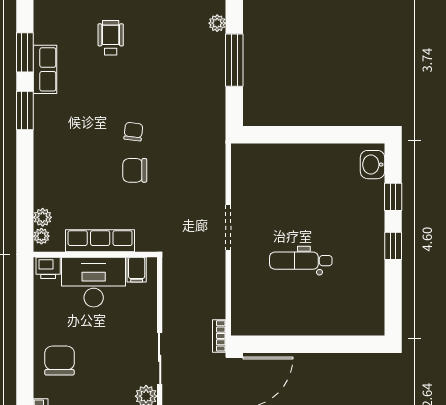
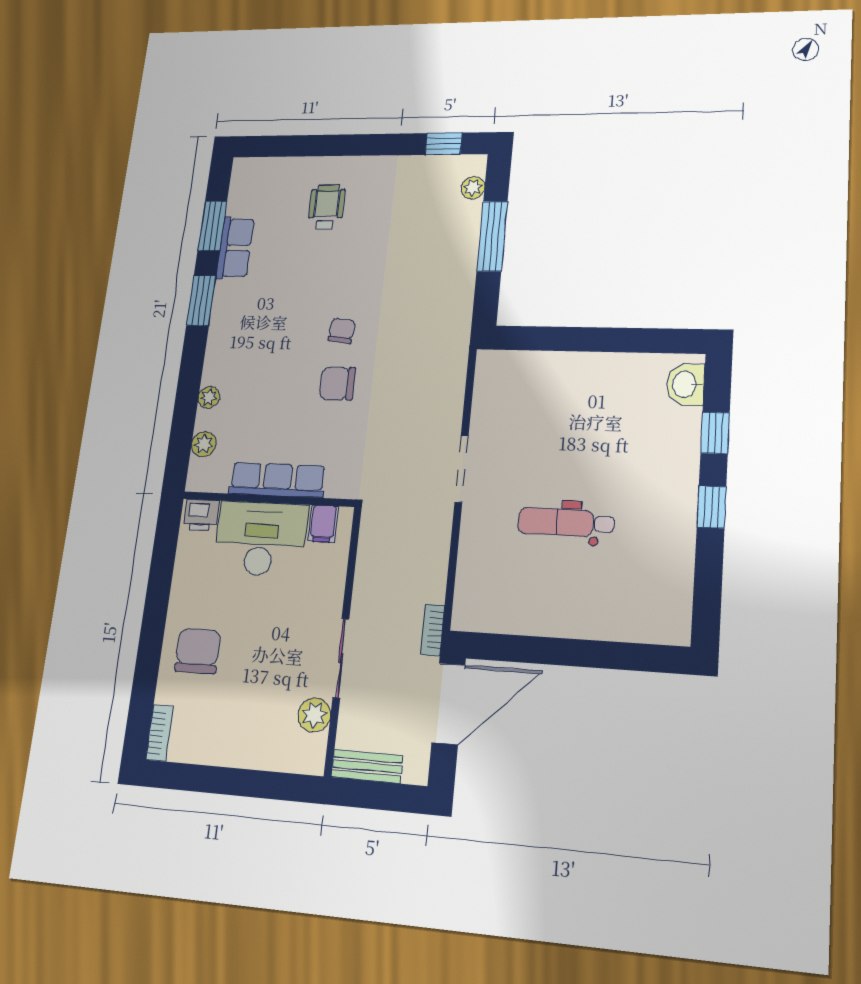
plant: (41, 236) -> (209, 397), moved

